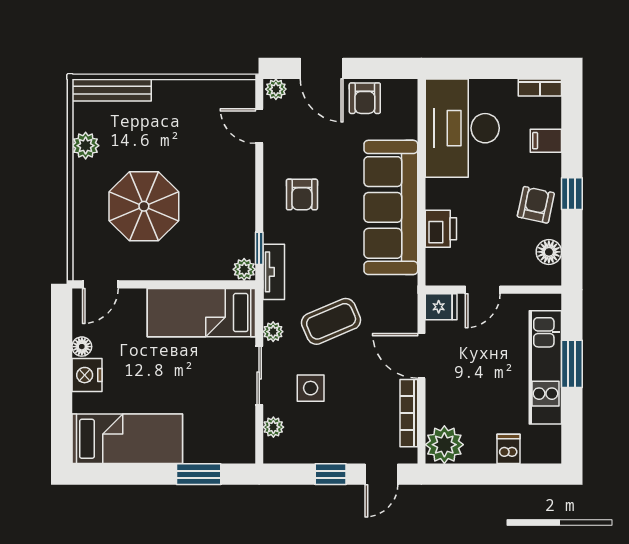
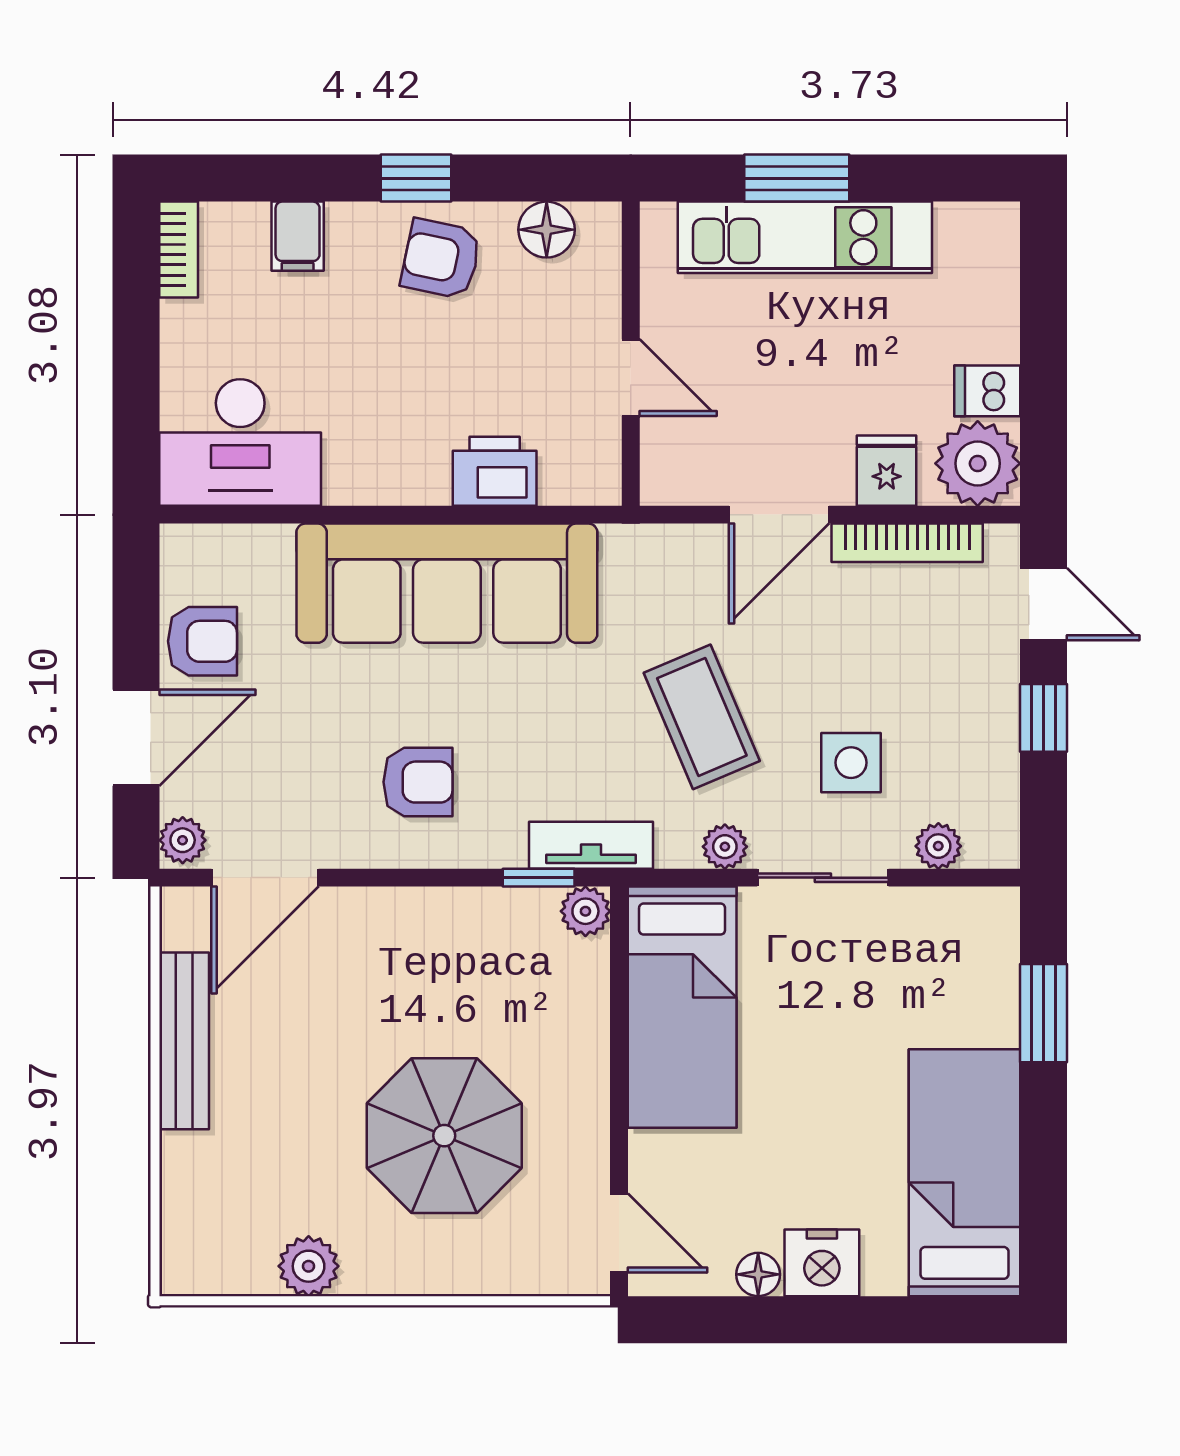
bench: (112, 90) -> (184, 1041), moved
door: (259, 126) -> (265, 878), width x1.38
desk: (462, 128) -> (240, 442), width x0.73, depth x0.77
fridge: (441, 307) -> (887, 471), moved
dishwasher: (508, 449) -> (987, 391), moved

